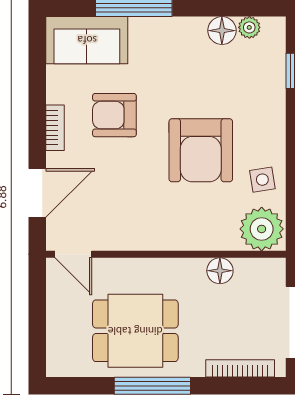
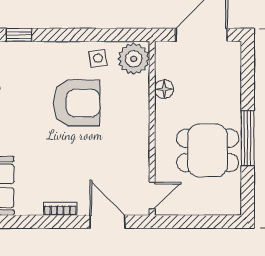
armchair: (114, 115) -> (51, 166), removed
dining table: (135, 331) -> (208, 150), turned 90
bookcase: (240, 368) -> (235, 74), removed

